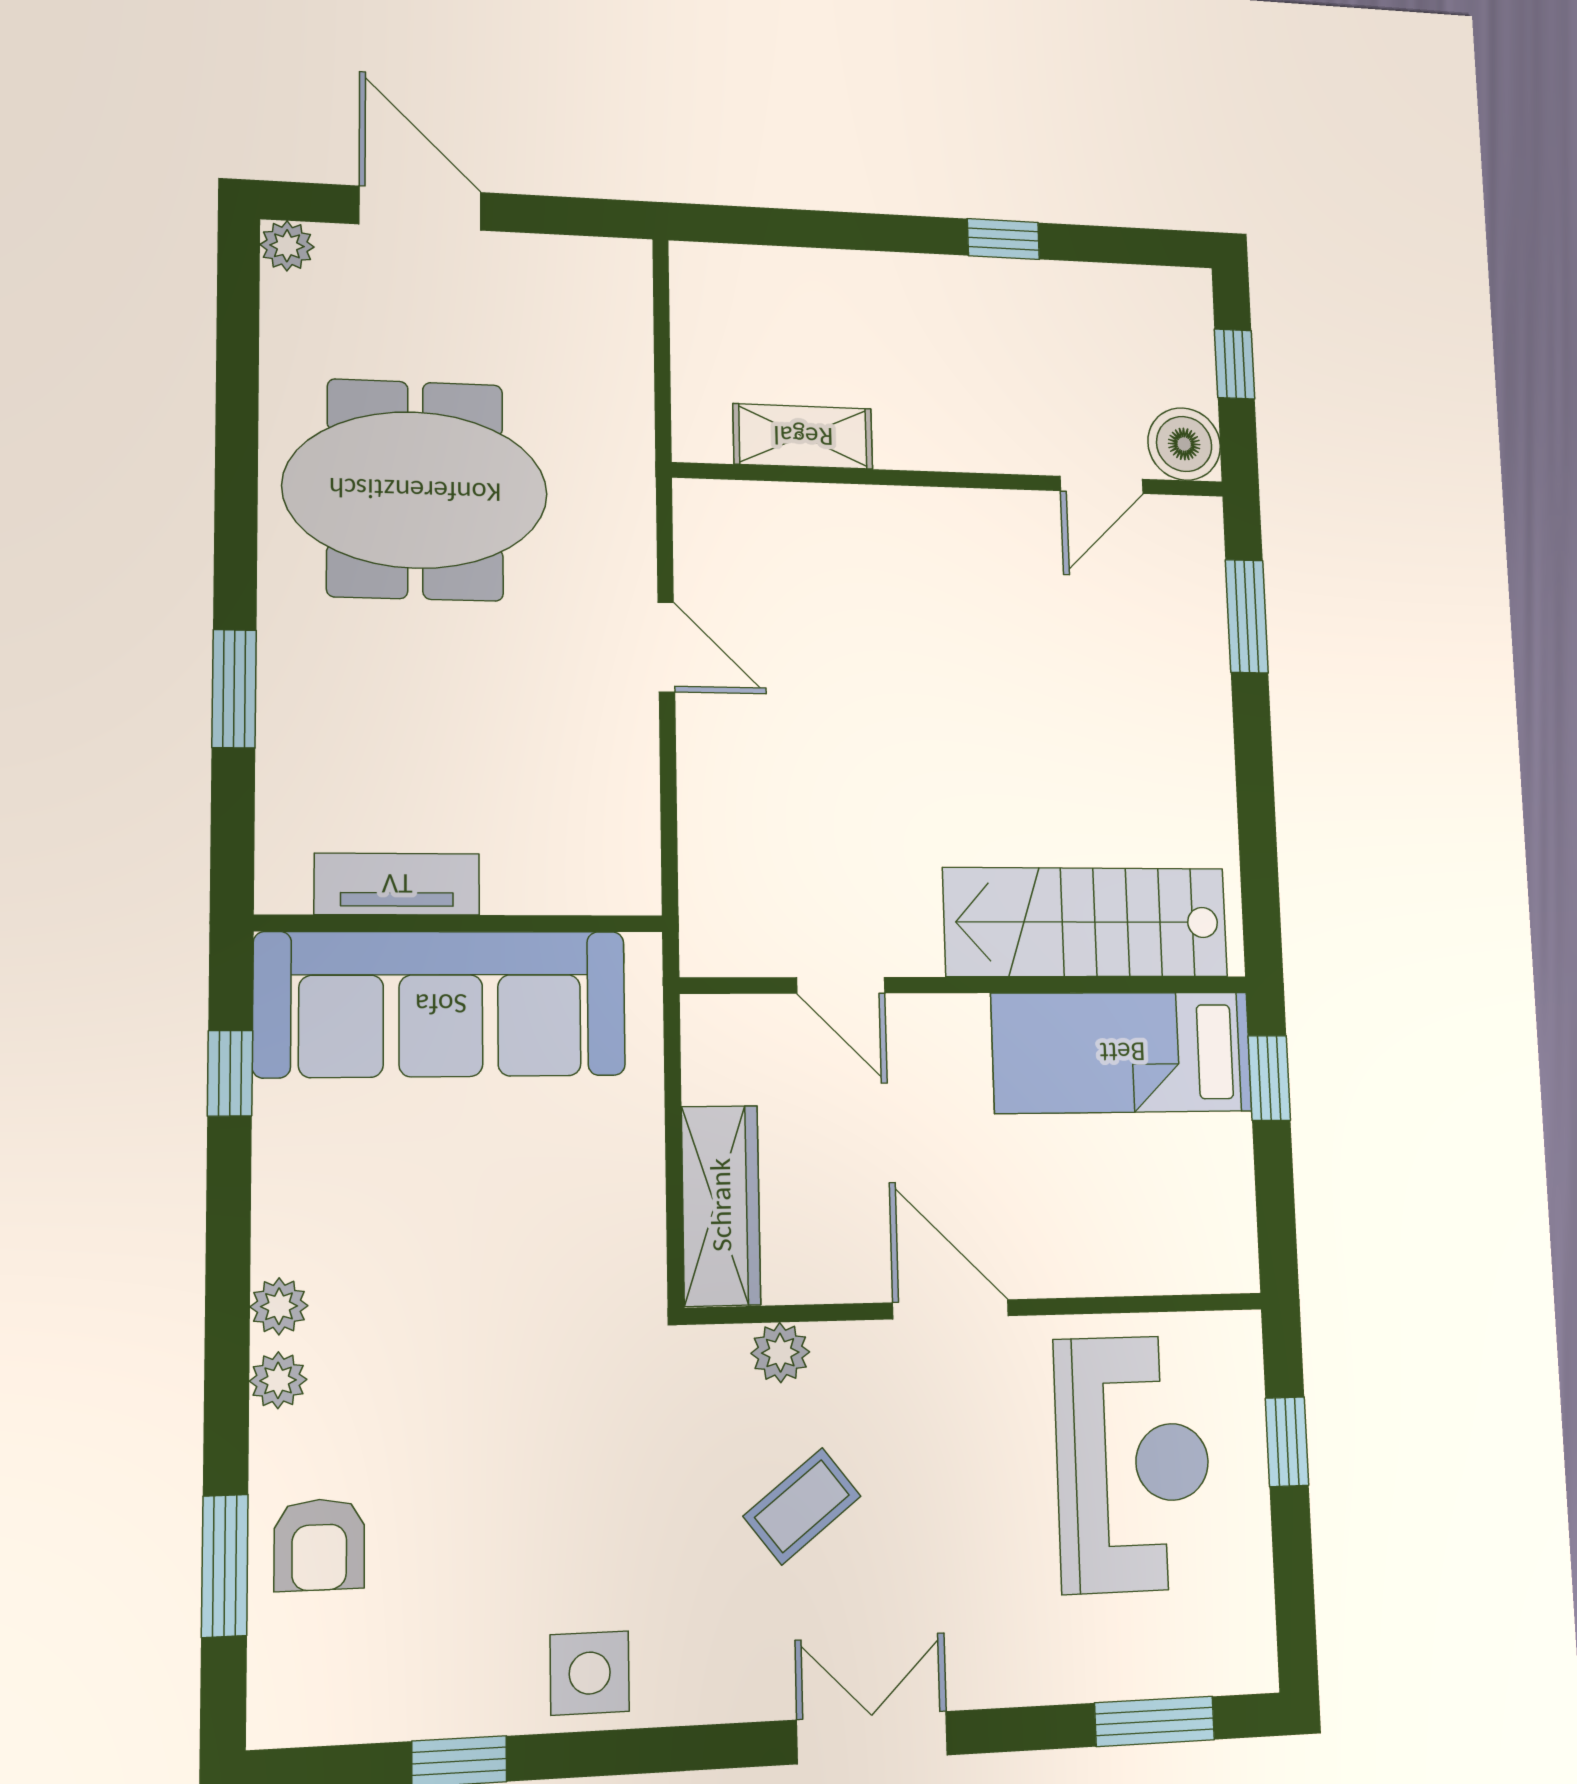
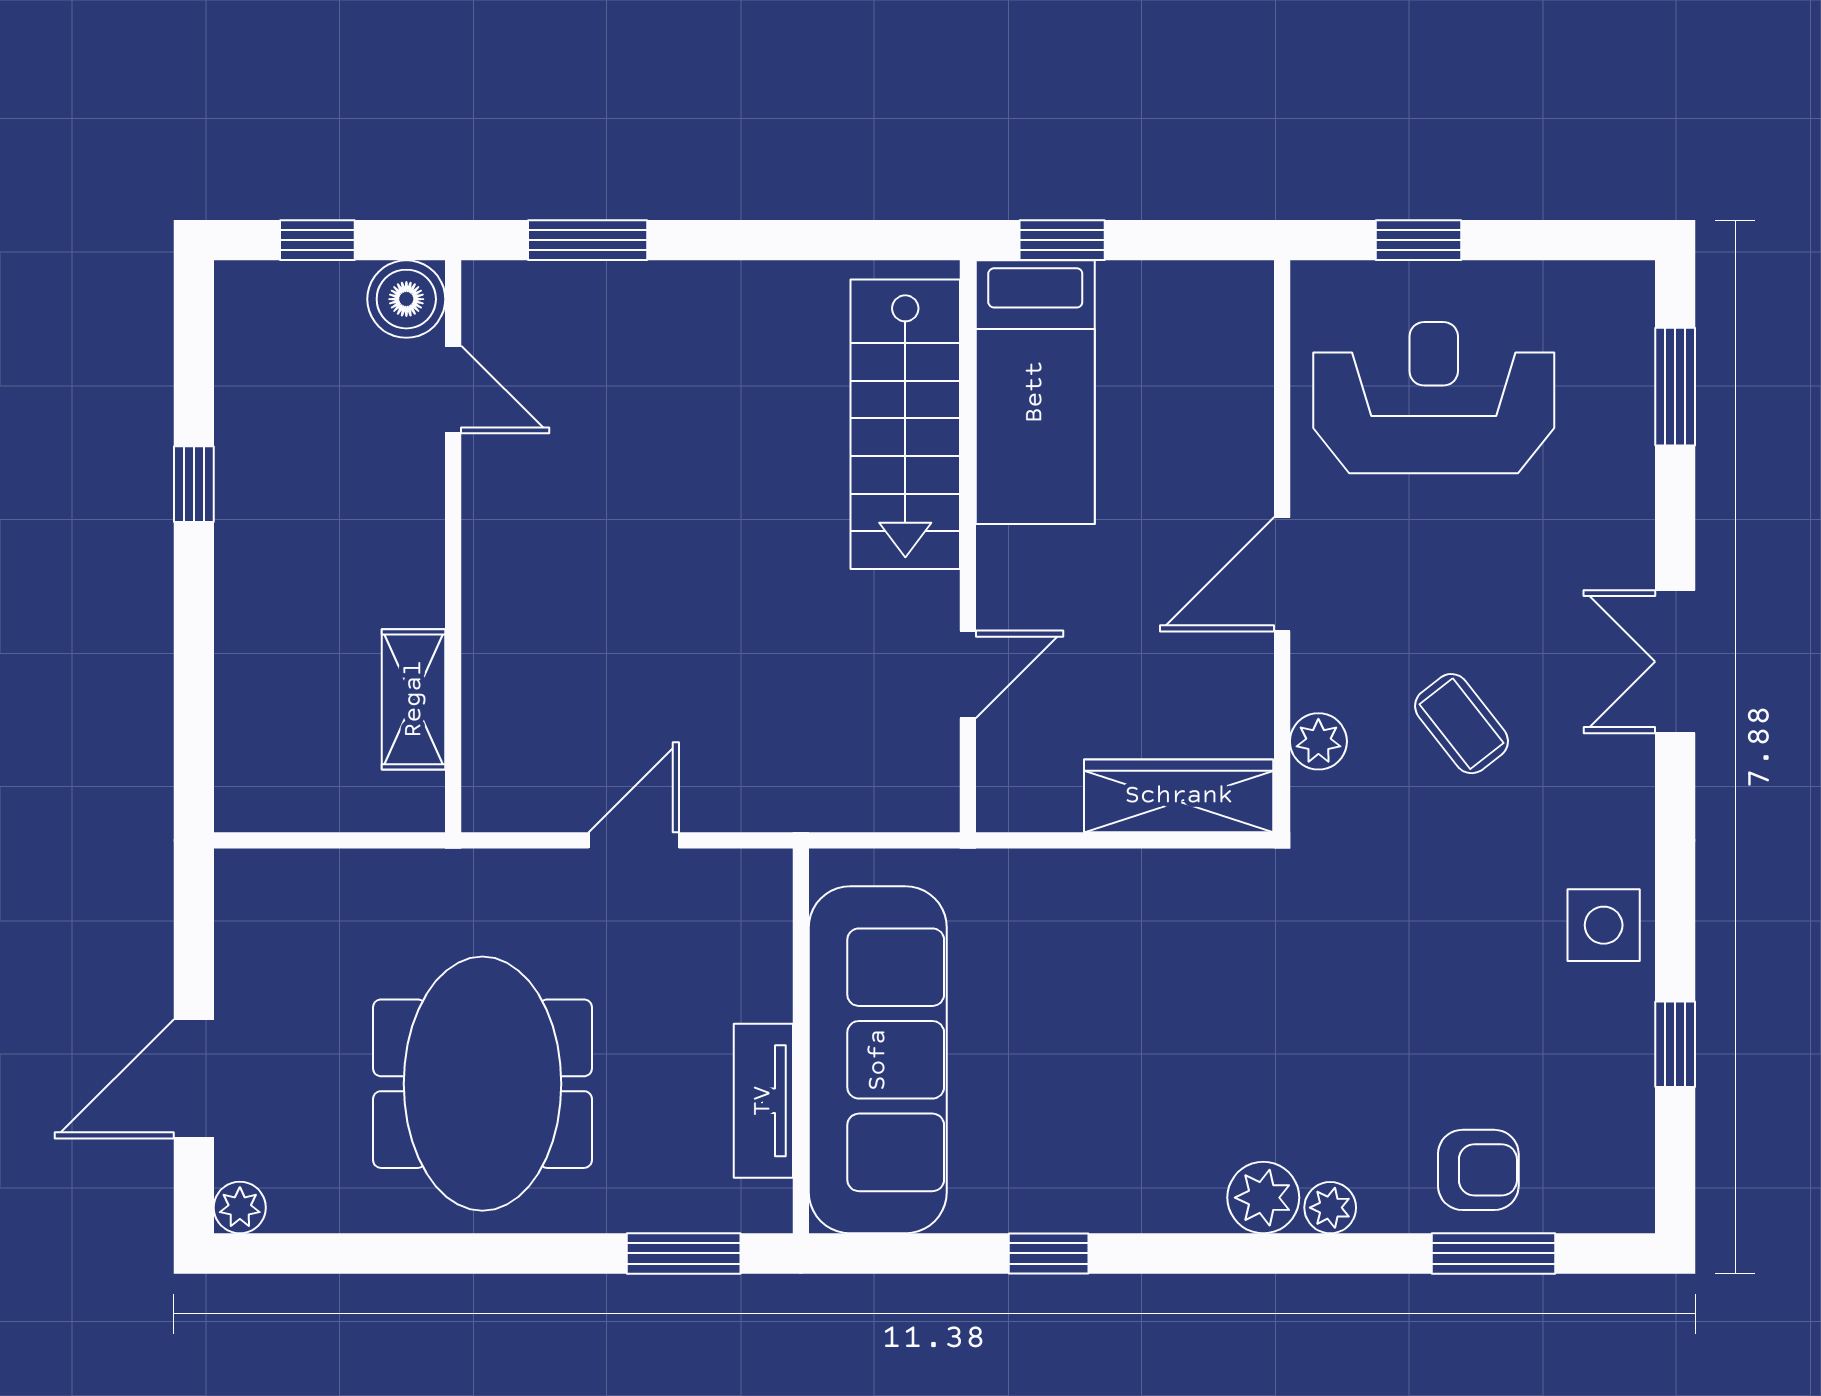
tv unit: (397, 884) -> (763, 1101), moved
wall: (461, 923) -> (801, 1041), moved
sofa: (441, 1004) -> (878, 1060), moved
plant: (279, 1306) -> (1263, 1198), width x1.38, depth x1.38

